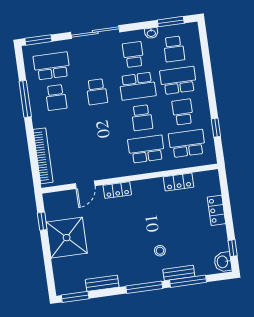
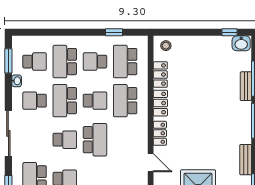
school desk: (138, 86) -> (65, 101), turned 180
school desk: (101, 123) -> (95, 140), added
locker: (216, 210) -> (160, 103), moved, turned -90
stool: (160, 251) -> (166, 46), moved

